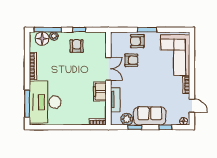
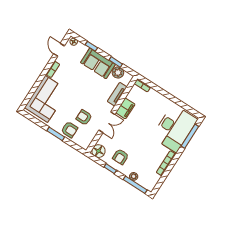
floor lamp: (42, 39) -> (98, 151), moved
double door: (108, 69) -> (107, 122), swing flipped

